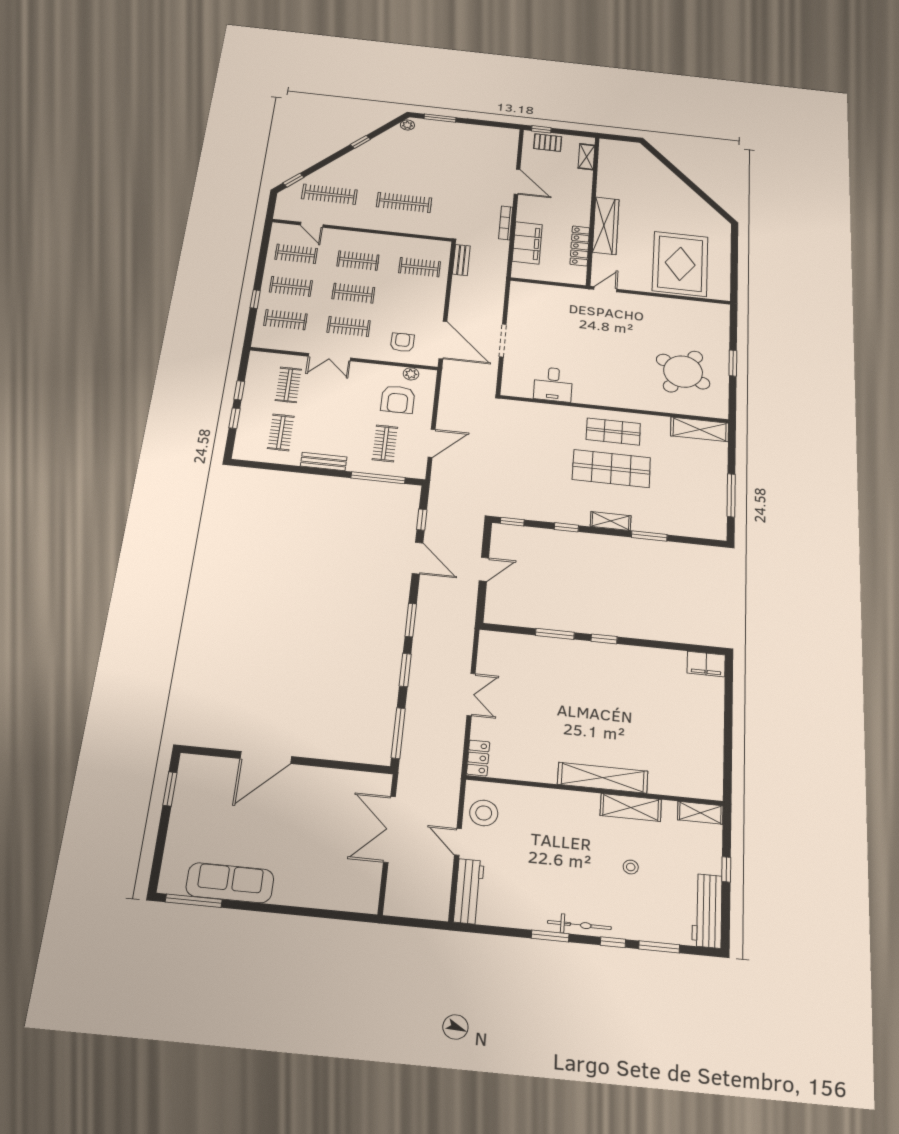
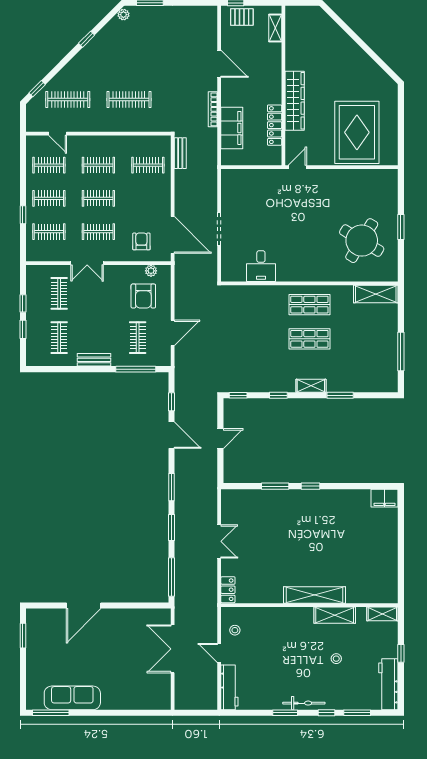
shop shelf: (611, 469) -> (309, 339), width x0.70, depth x0.74
stool: (484, 813) -> (235, 630), width x0.53, depth x0.53

